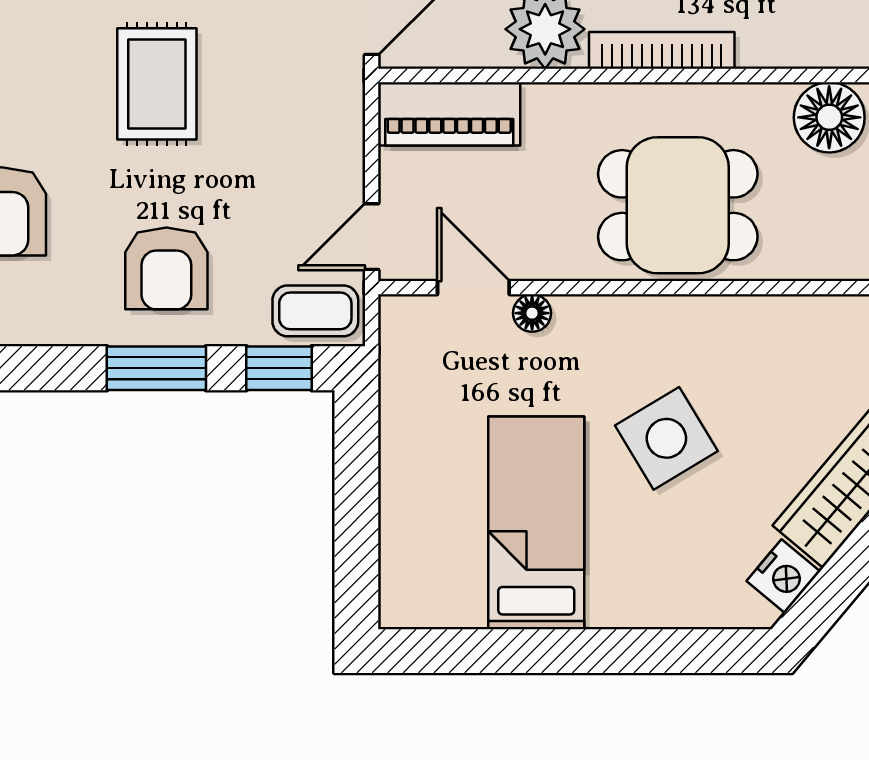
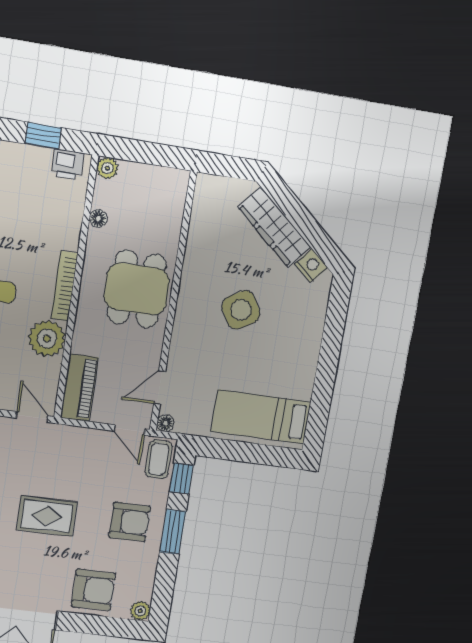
floor lamp: (829, 117) -> (98, 219), width x0.53, depth x0.53
floor lamp: (532, 313) -> (165, 423), moved
bed: (536, 523) -> (261, 417), moved

